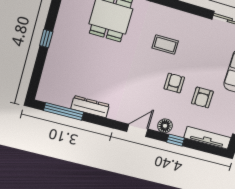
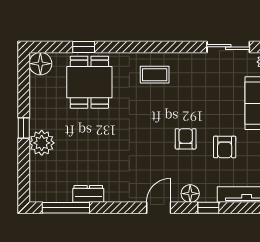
coffee table: (165, 45) -> (155, 75), moved
plant: (58, 55) -> (42, 143), added
dresser: (90, 107) -> (88, 194), width x0.70

